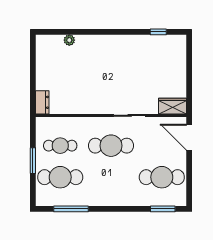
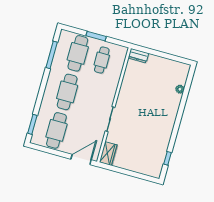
cafe table: (111, 146) -> (67, 92), moved

